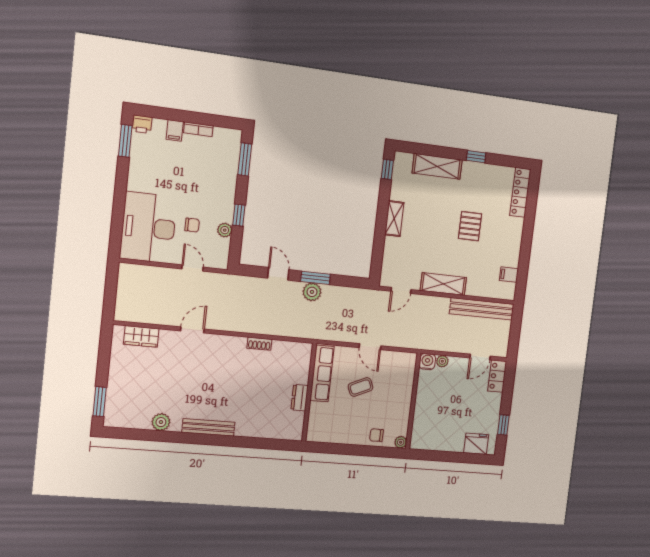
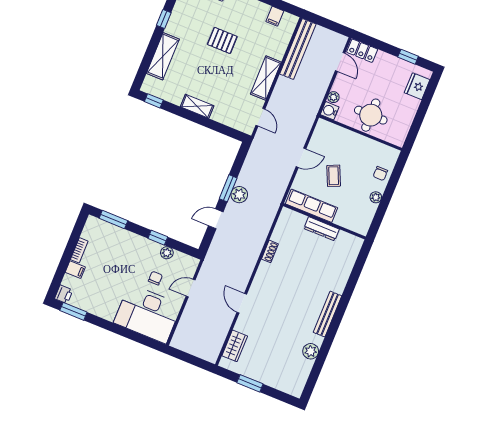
dresser: (300, 398) -> (322, 229), width x1.44
window: (100, 402) -> (250, 383), moved
round table: (434, 406) -> (371, 115), added
plant: (401, 442) -> (376, 197), moved

